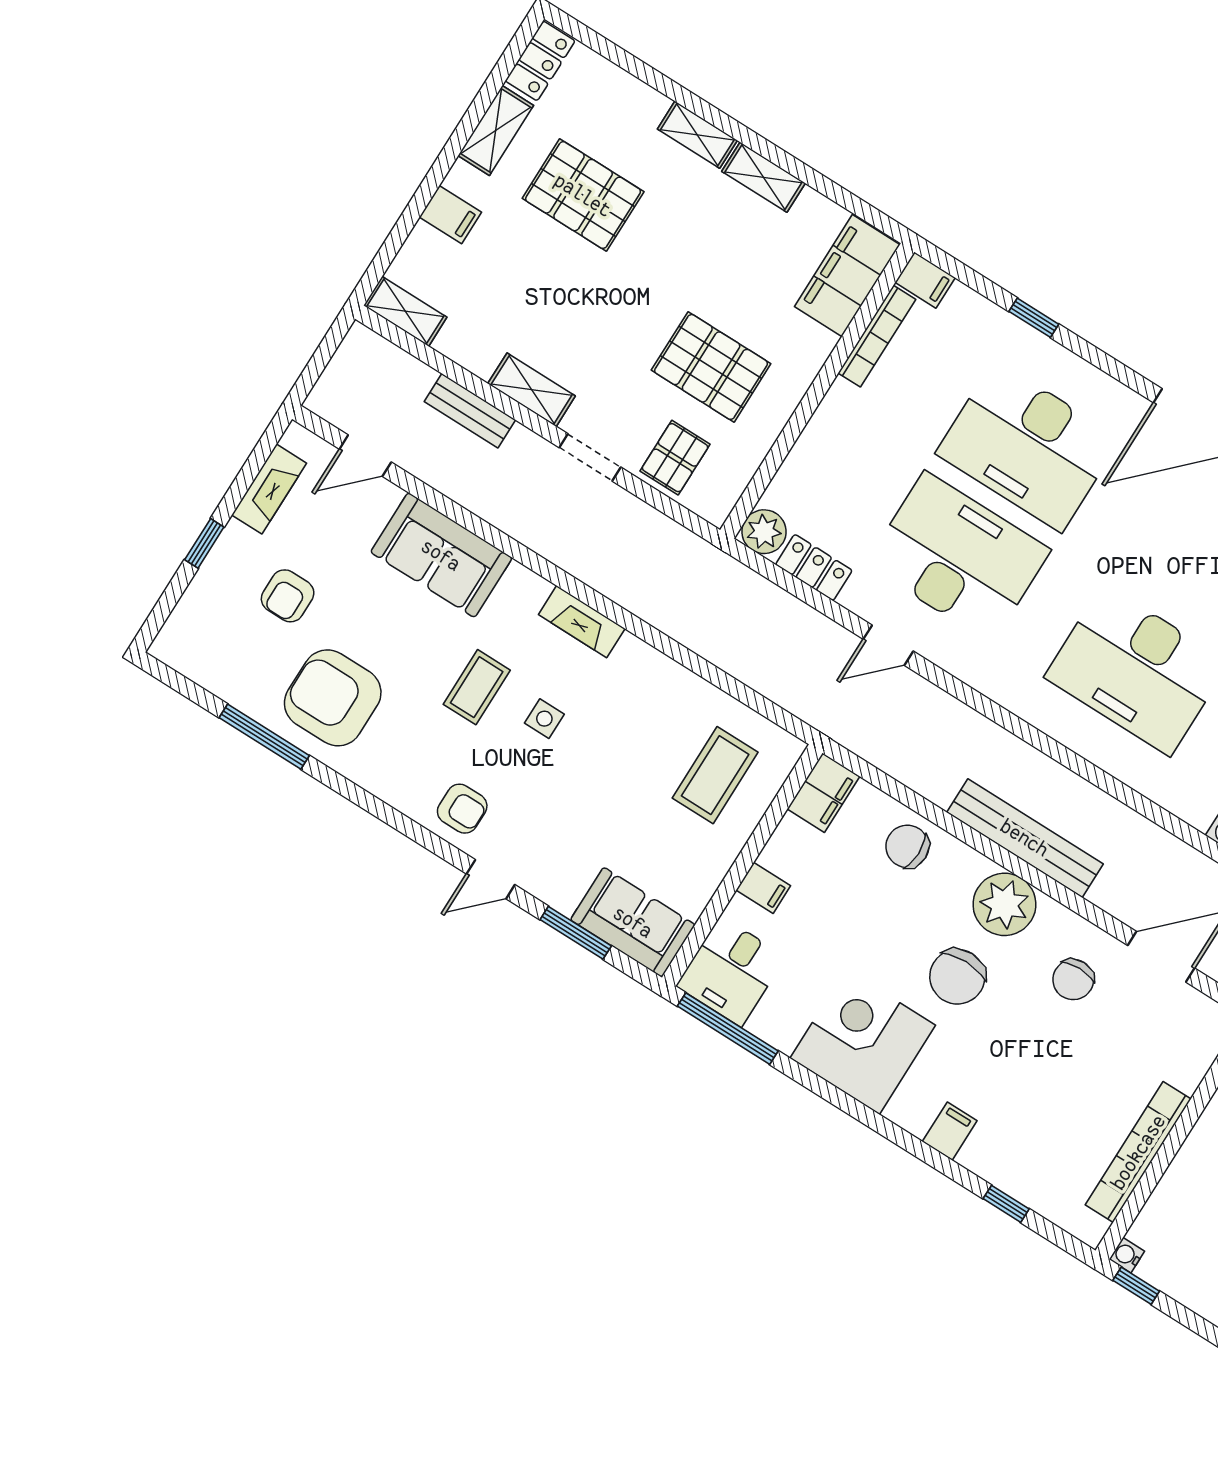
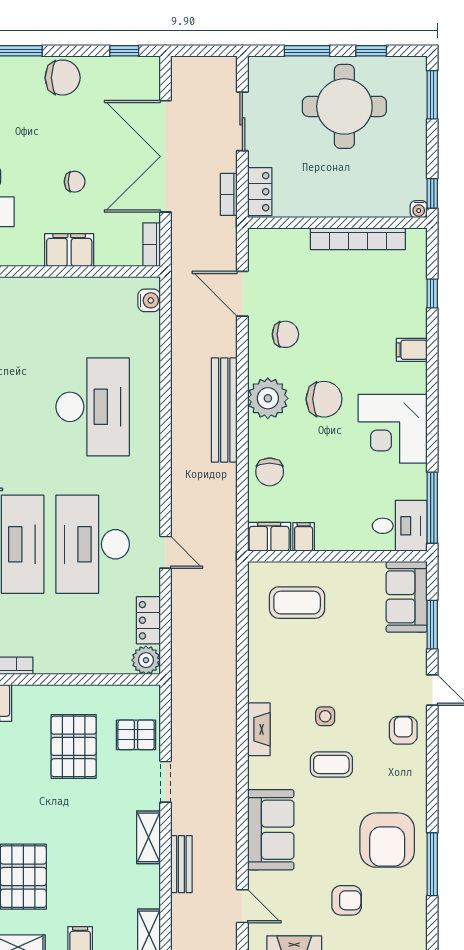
filing cabinet: (763, 888) -> (304, 537), moved

